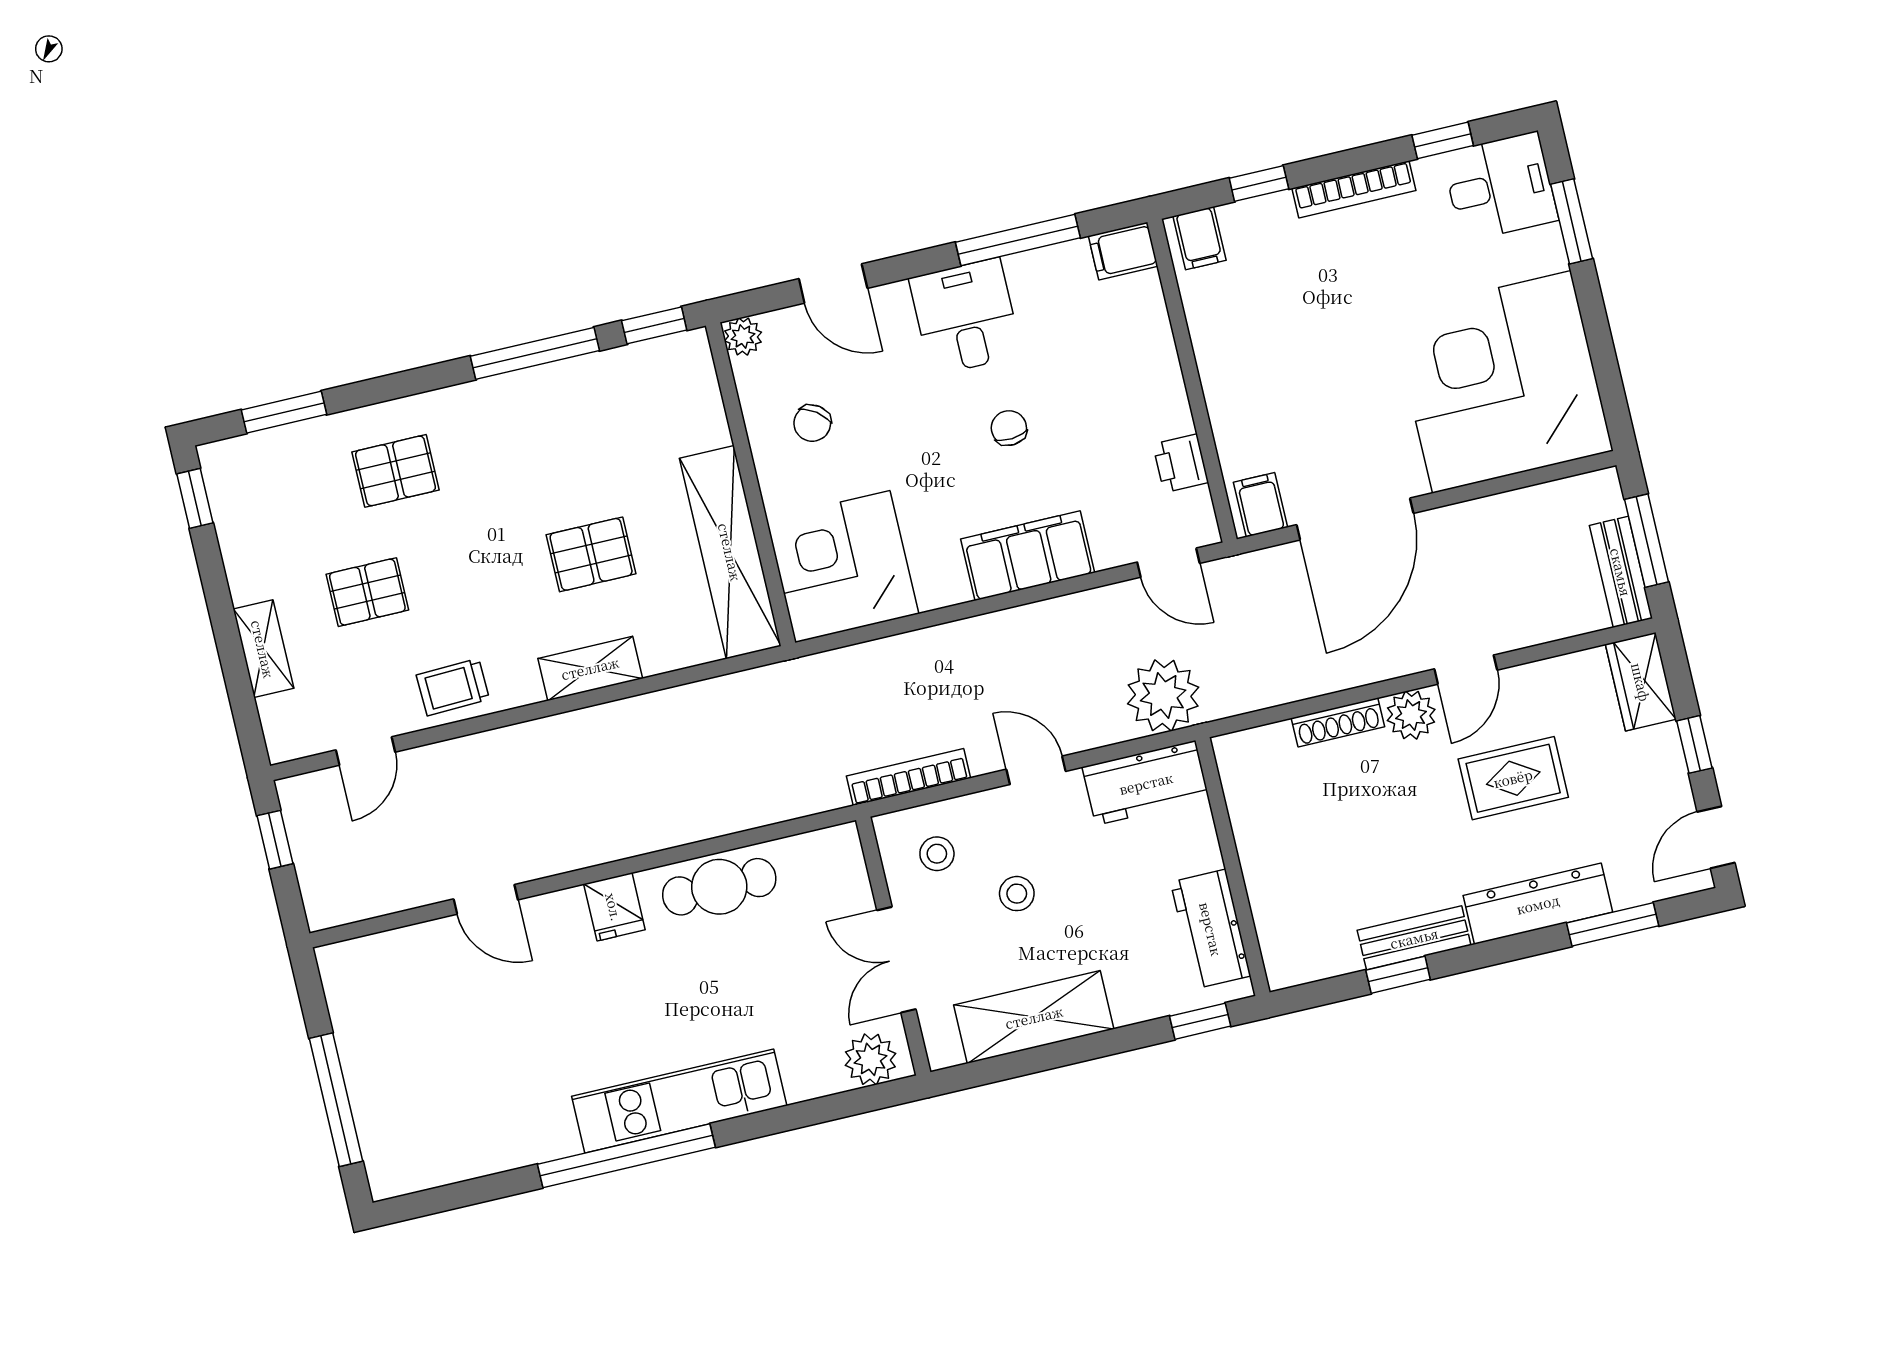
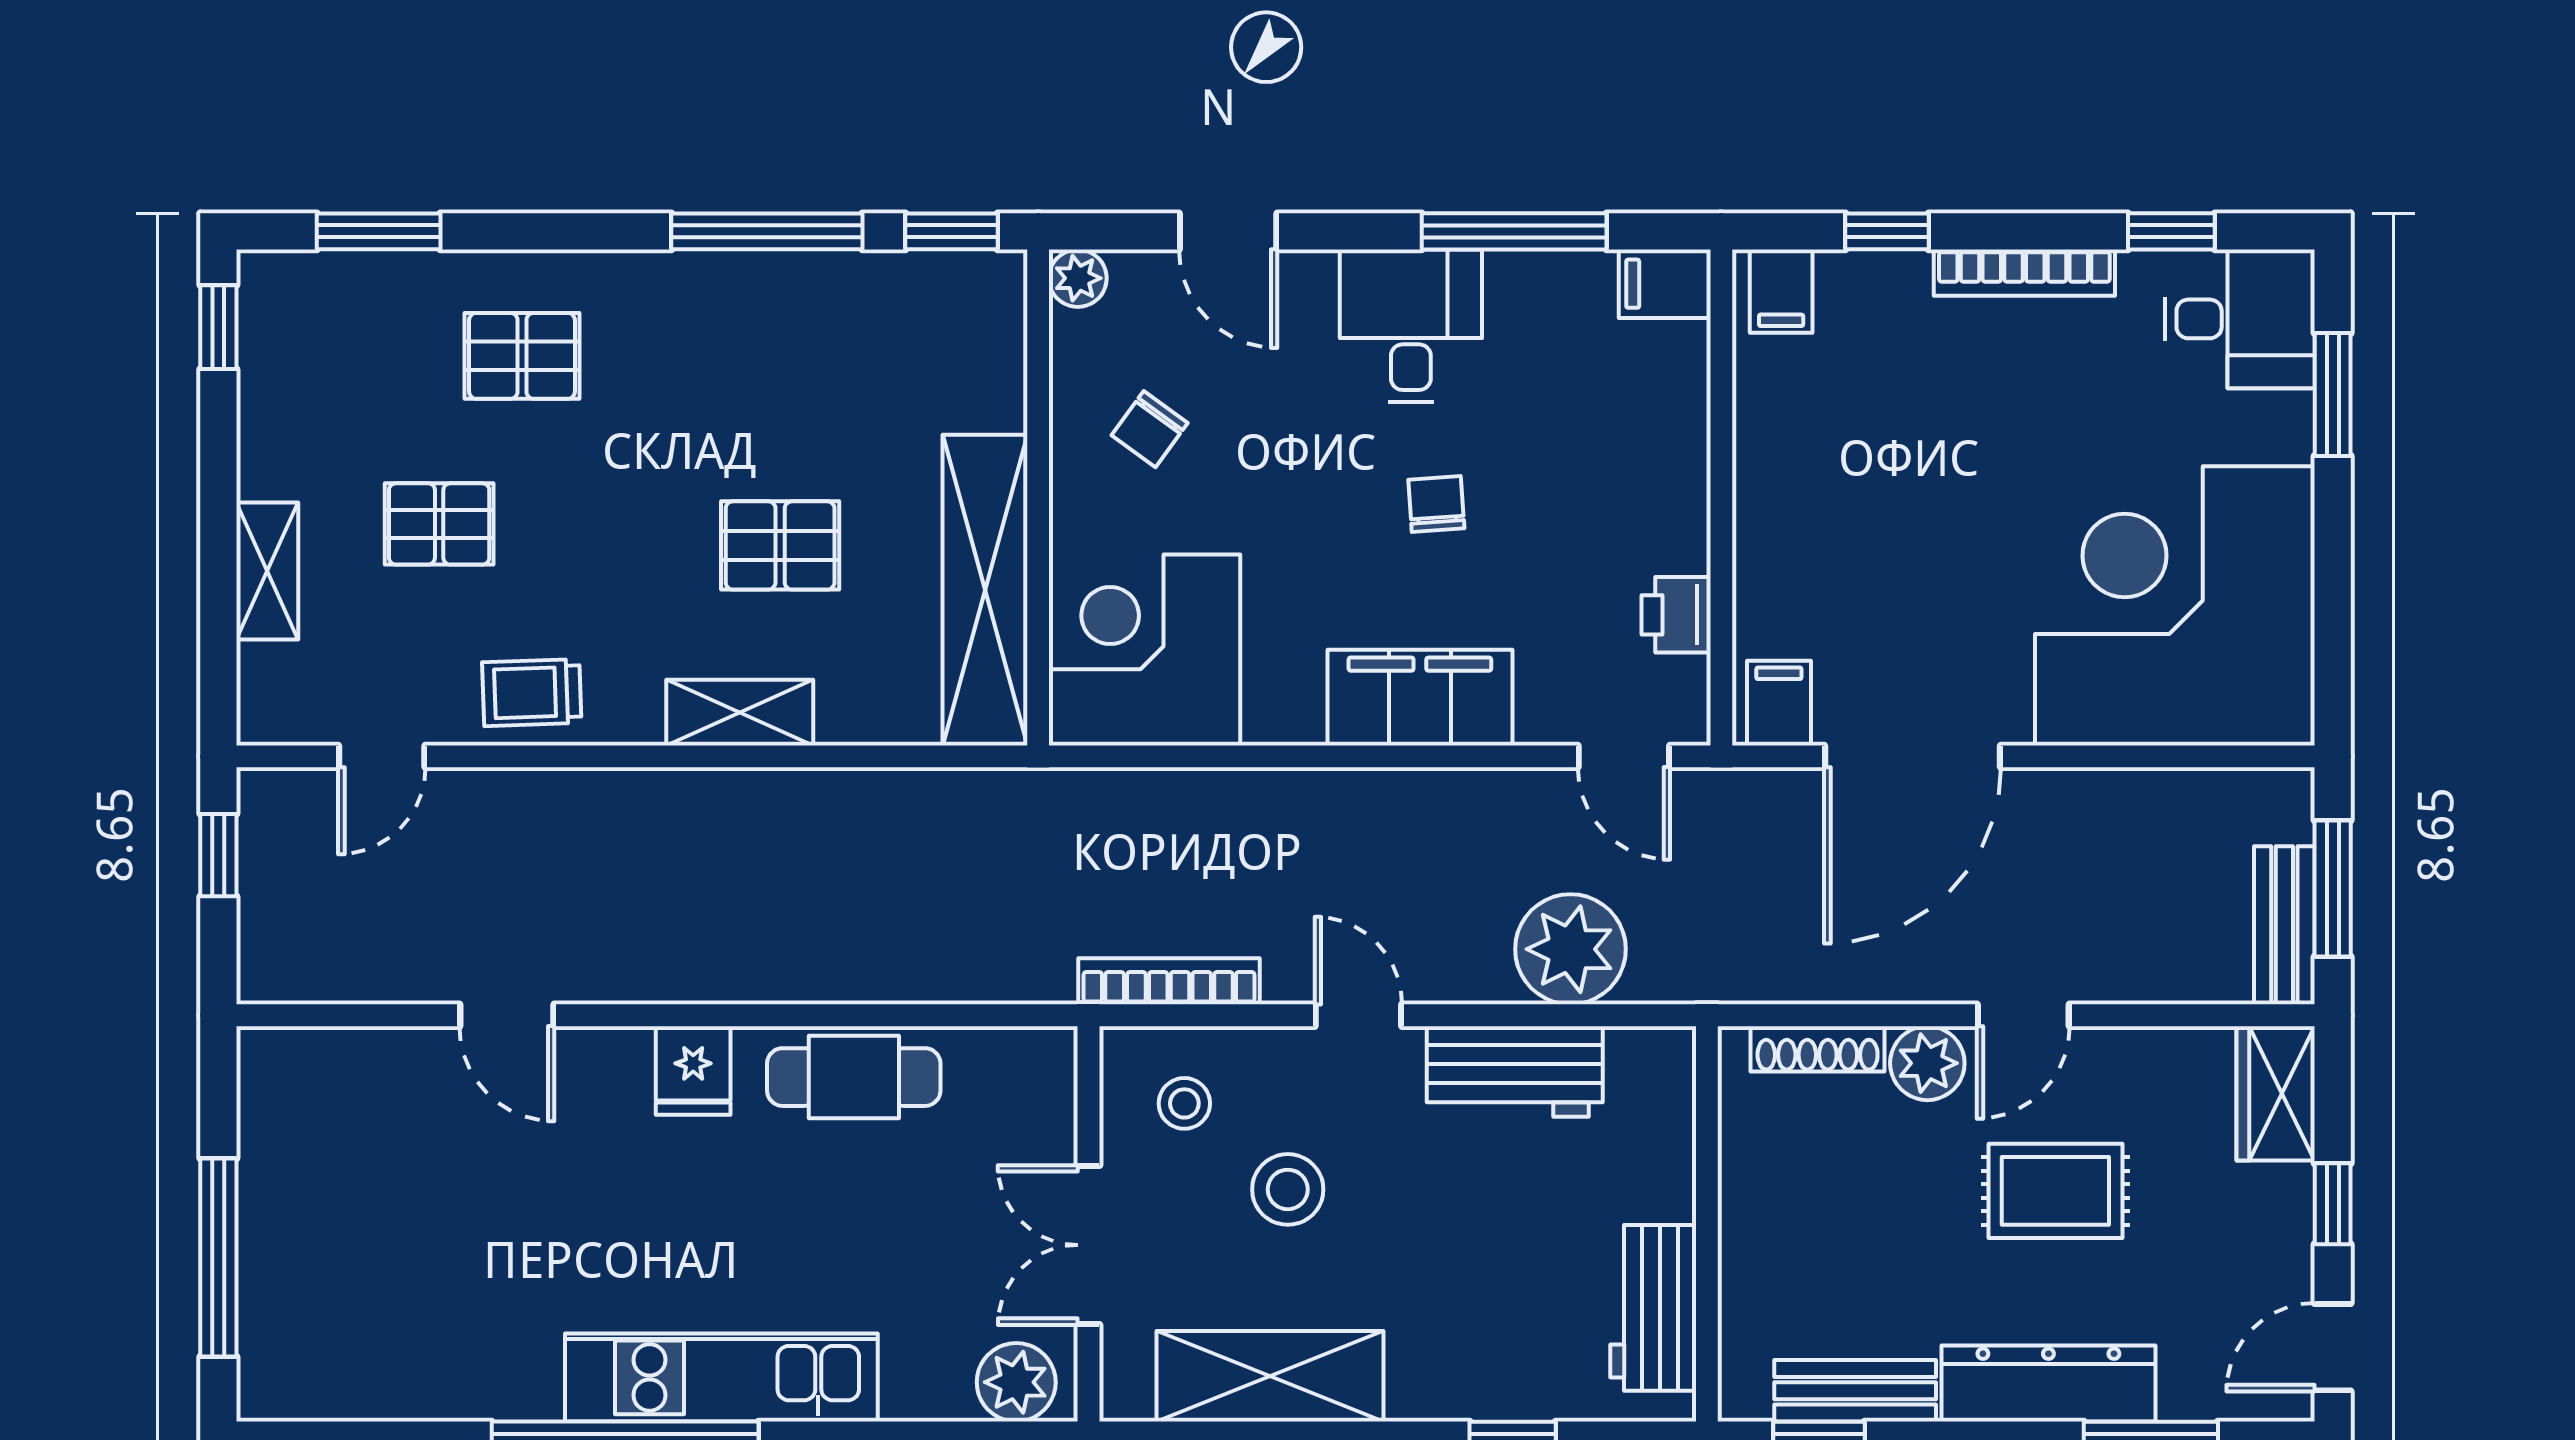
wall: (1233, 866) -> (1707, 1224), moved
stool: (1017, 894) -> (1288, 1189), width x1.37, depth x1.37
workbench: (1211, 929) -> (1653, 1308), moved

